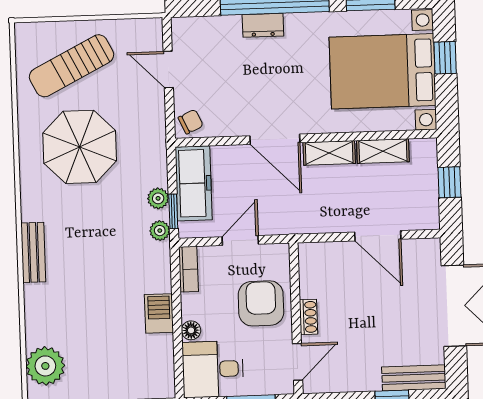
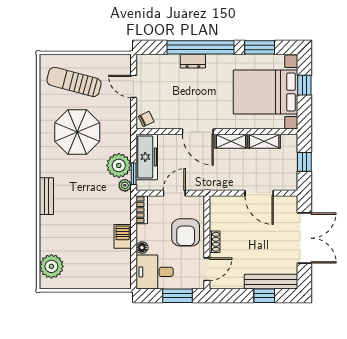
sun lounger: (72, 66) -> (74, 82), turned 42
plant: (158, 198) -> (119, 165), width x1.87, depth x1.87
armchair: (261, 303) -> (186, 232), turned 180
bench: (414, 378) -> (271, 282), width x1.36

